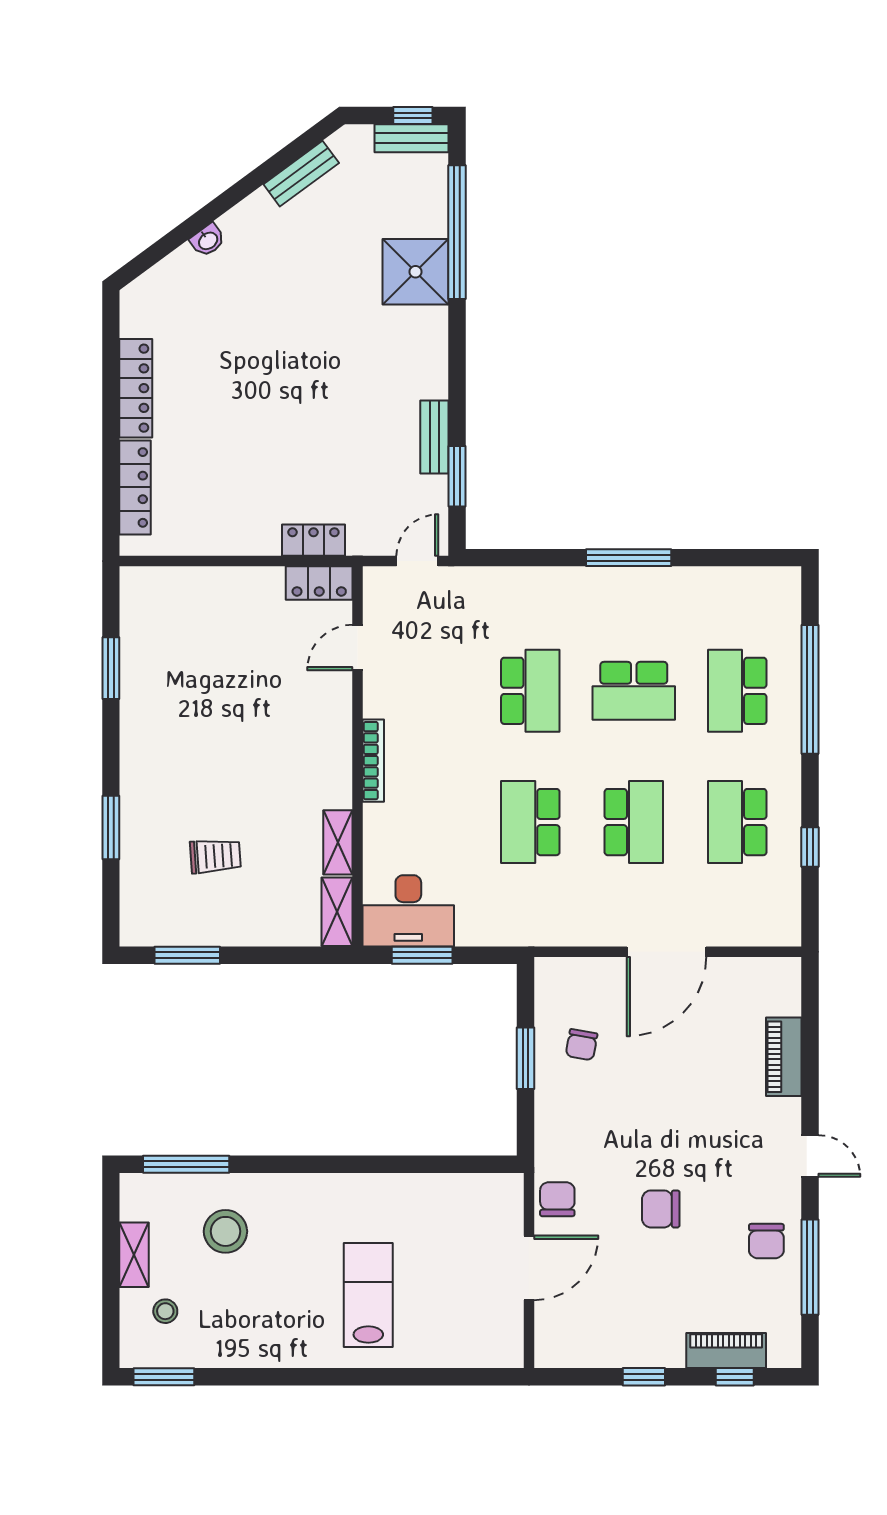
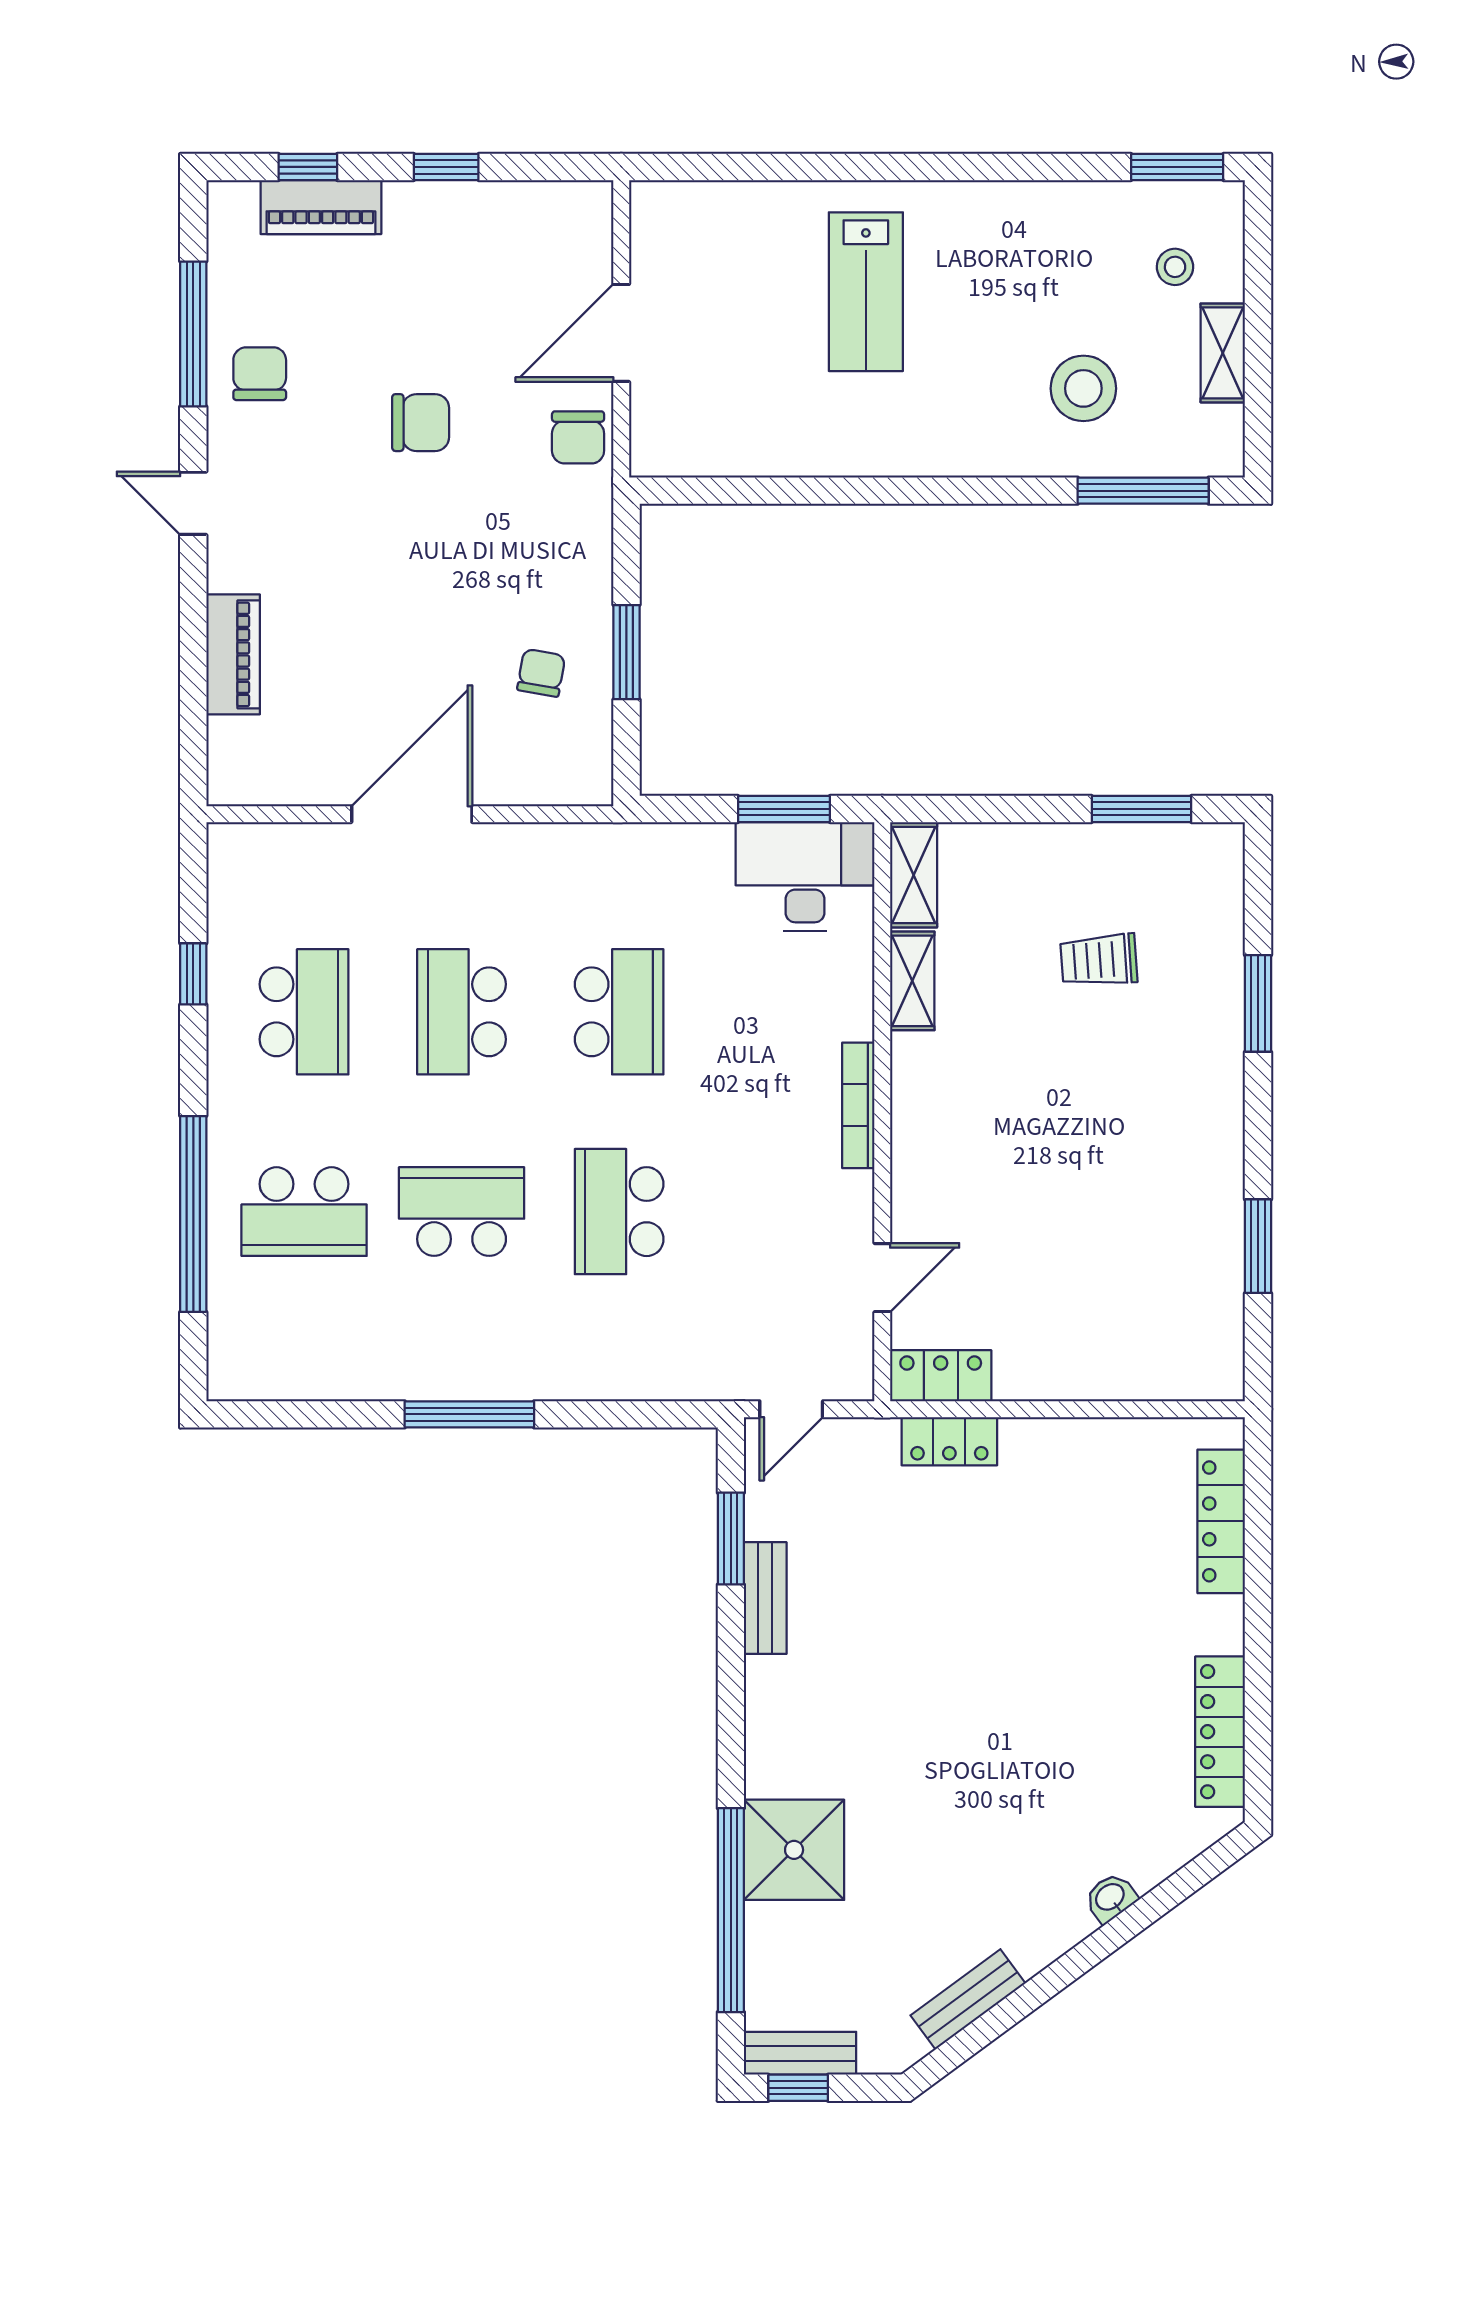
locker: (136, 388) -> (1220, 1732), moved
school desk: (737, 691) -> (304, 1212), turned 90

